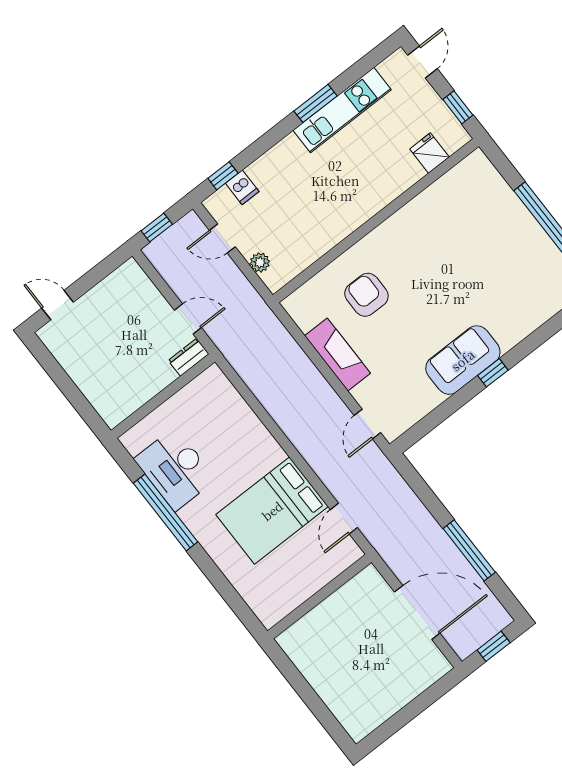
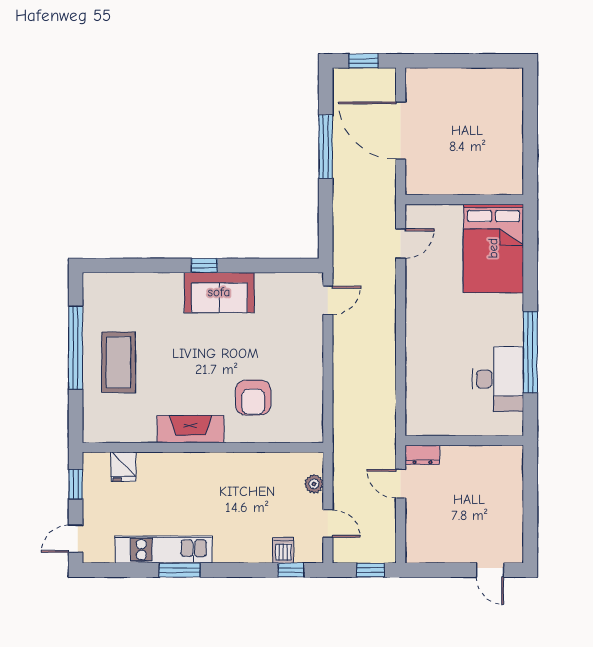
coffee table: (501, 237) -> (119, 362), added
fireplace: (337, 354) -> (191, 429), moved, turned 90
bed: (272, 511) -> (493, 248), moved, turned 90

